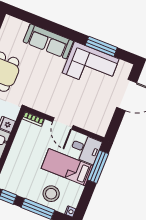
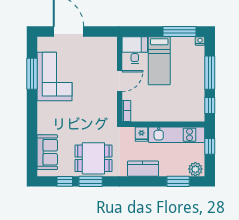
sofa: (48, 41) -> (47, 152), moved, width x0.73
window: (98, 167) -> (180, 32), moved
stool: (51, 194) -> (190, 66), removed

